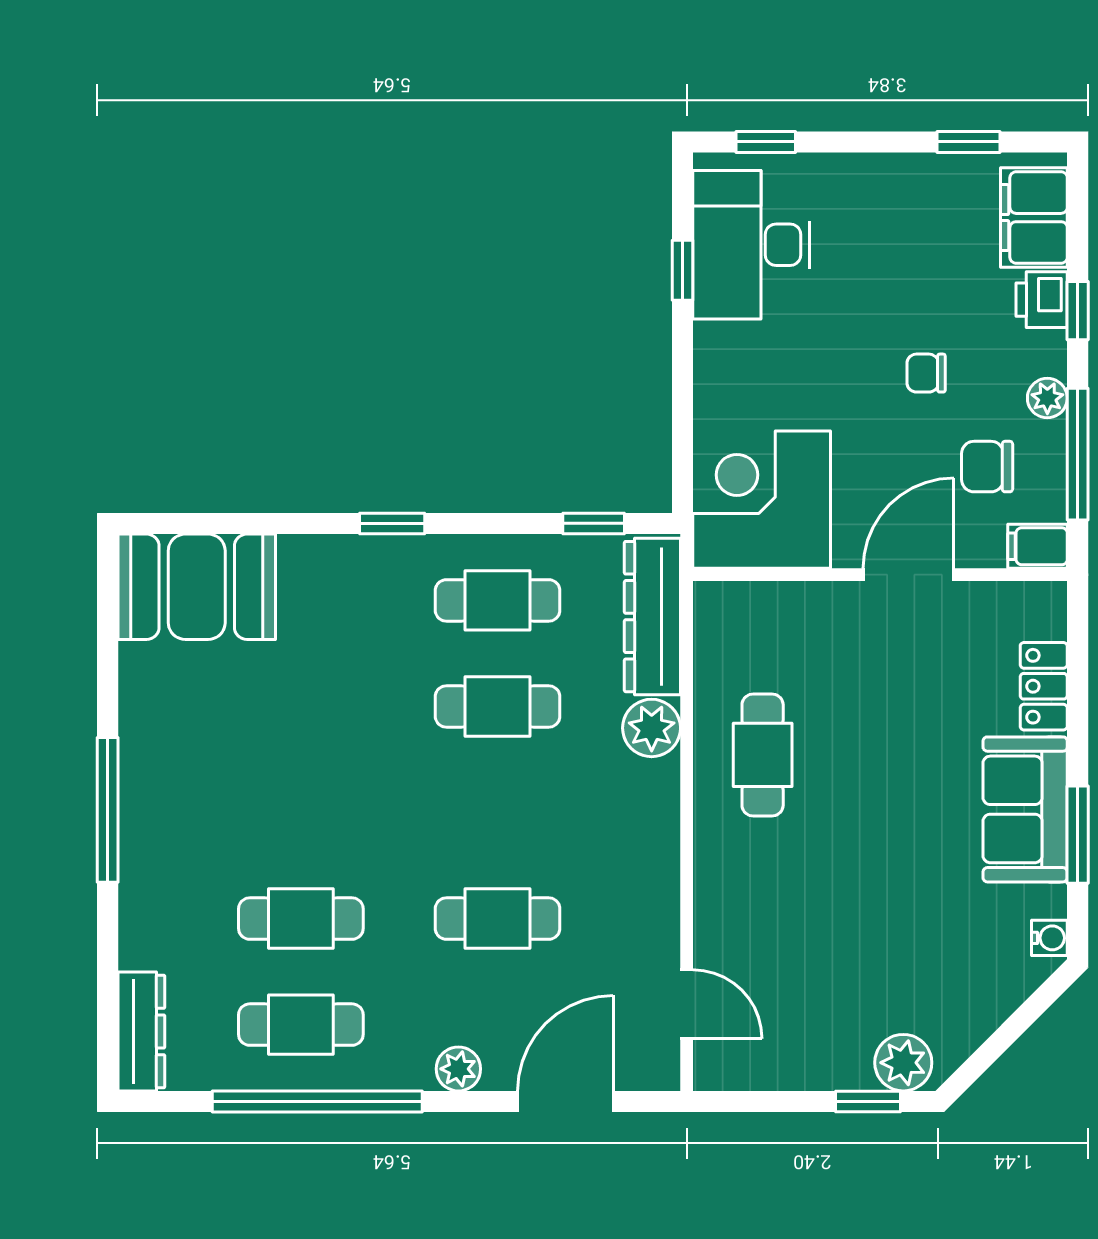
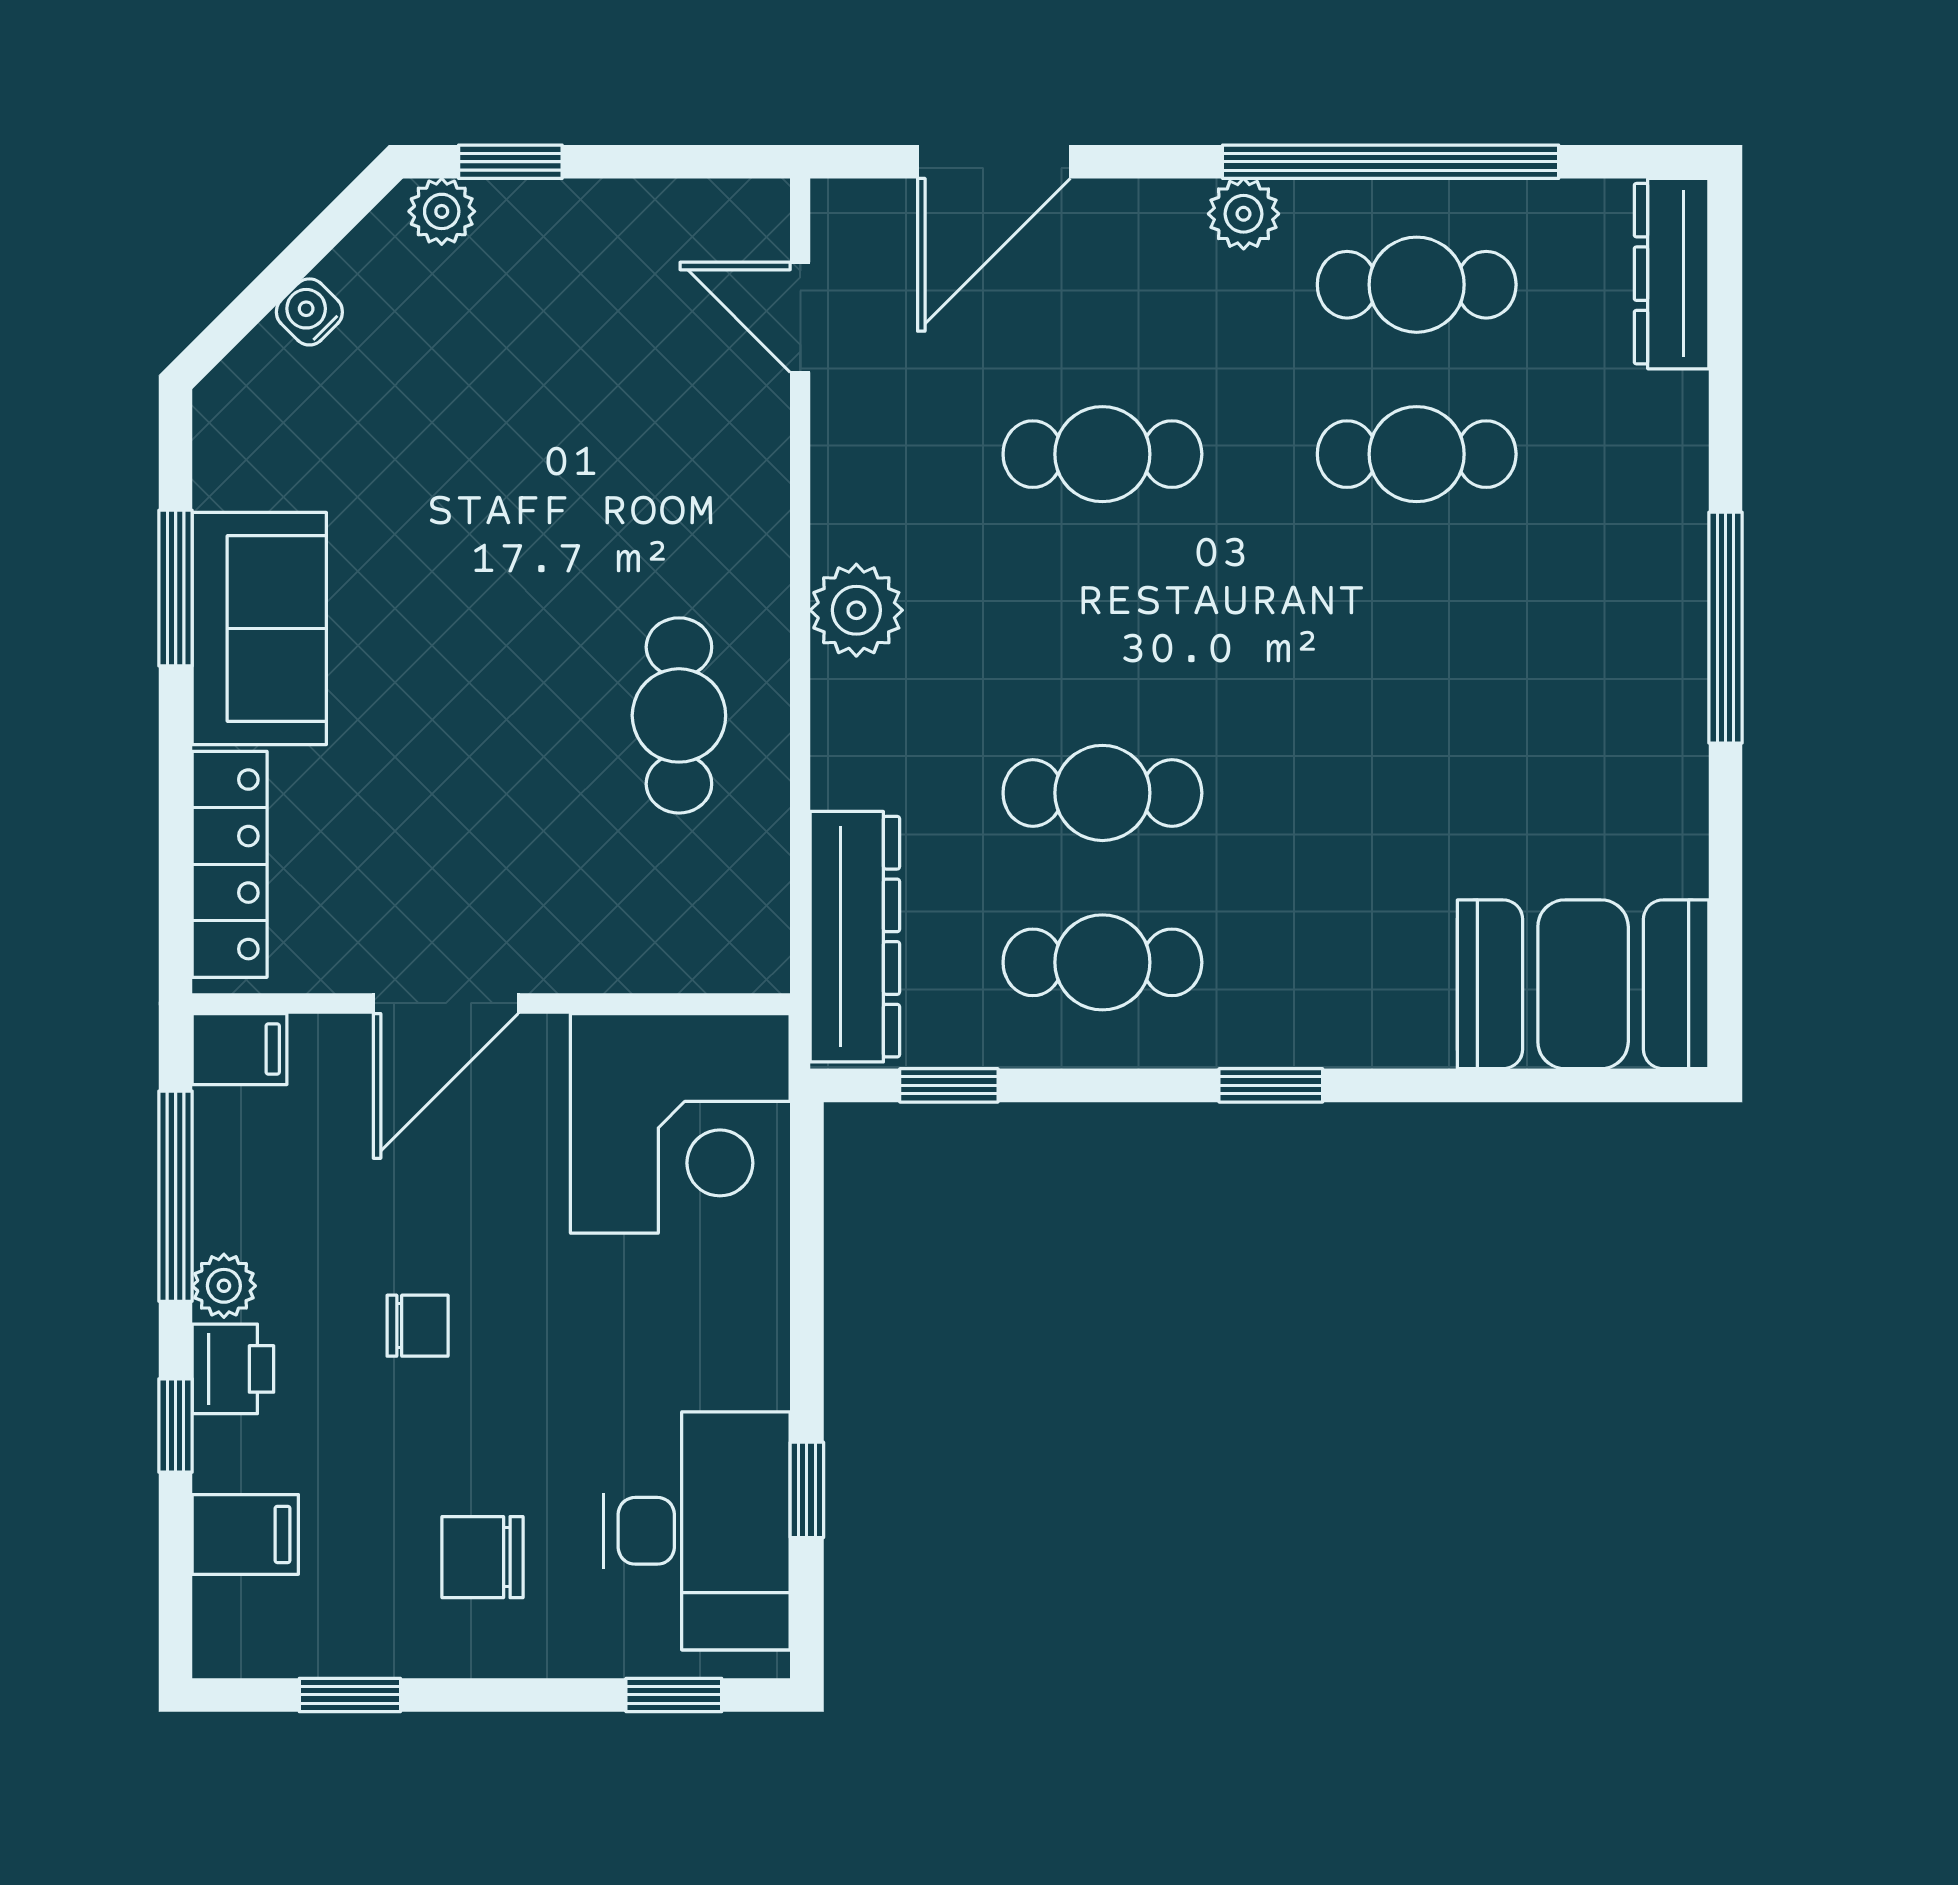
filing cabinet: (1034, 218) -> (245, 1534), width x0.50
printer: (1042, 300) -> (233, 1369), moved
chair: (987, 467) -> (483, 1557), moved, turned 180
locker: (1044, 686) -> (230, 864), width x1.53
plant: (652, 728) -> (856, 610), moved
water cooler: (1049, 938) -> (309, 312), moved, turned 45
plant: (903, 1063) -> (442, 211), width x0.73, depth x0.73
plant: (458, 1069) -> (1244, 214), moved

